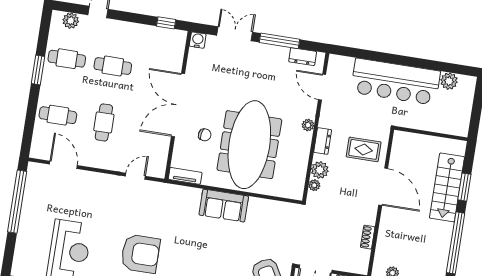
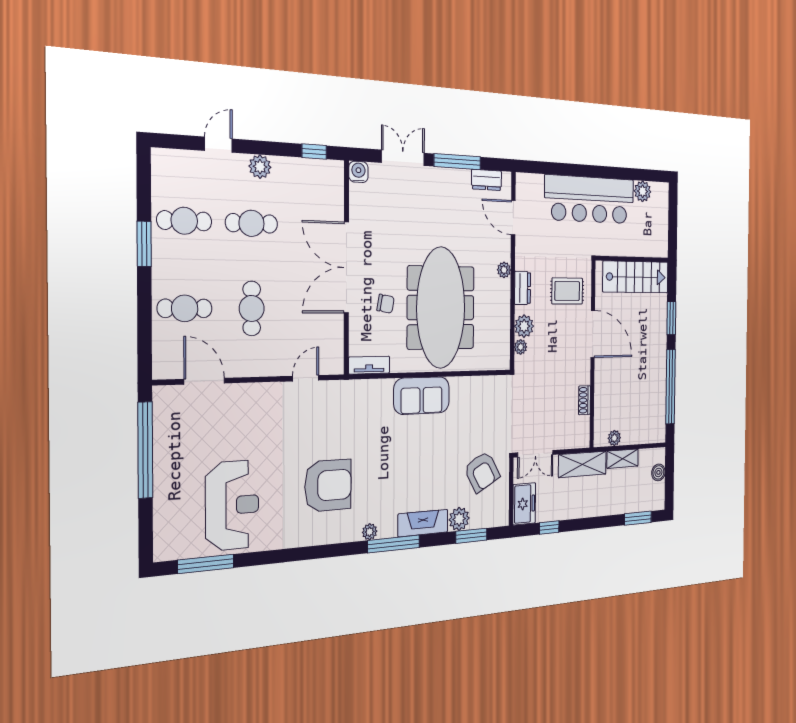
plant: (71, 21) -> (260, 167), moved
stairs: (447, 187) -> (636, 277), moved, turned -90

